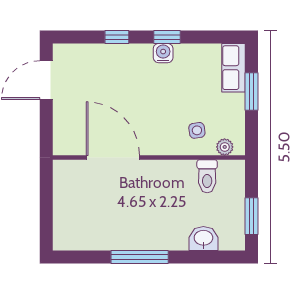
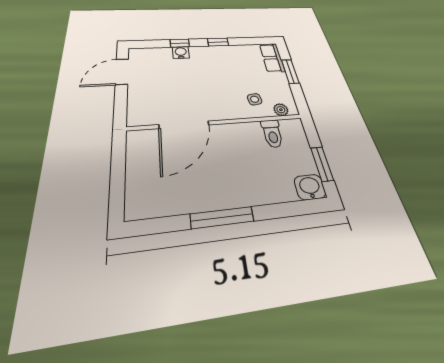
water cooler: (163, 53) -> (181, 52), moved
door: (113, 158) -> (184, 125), swing flipped
washbasin: (203, 238) -> (310, 187), moved

